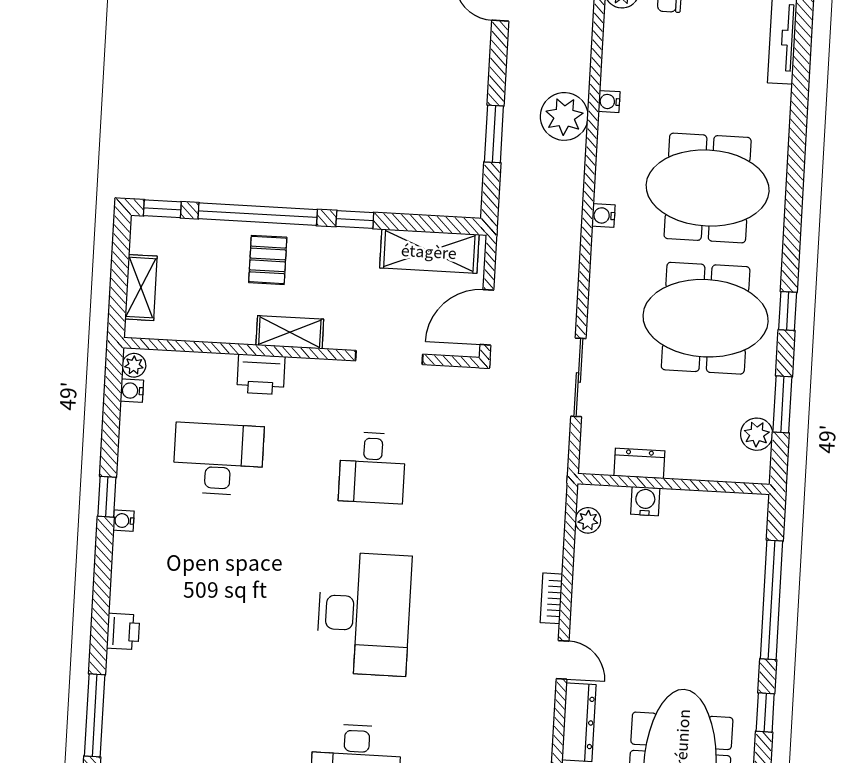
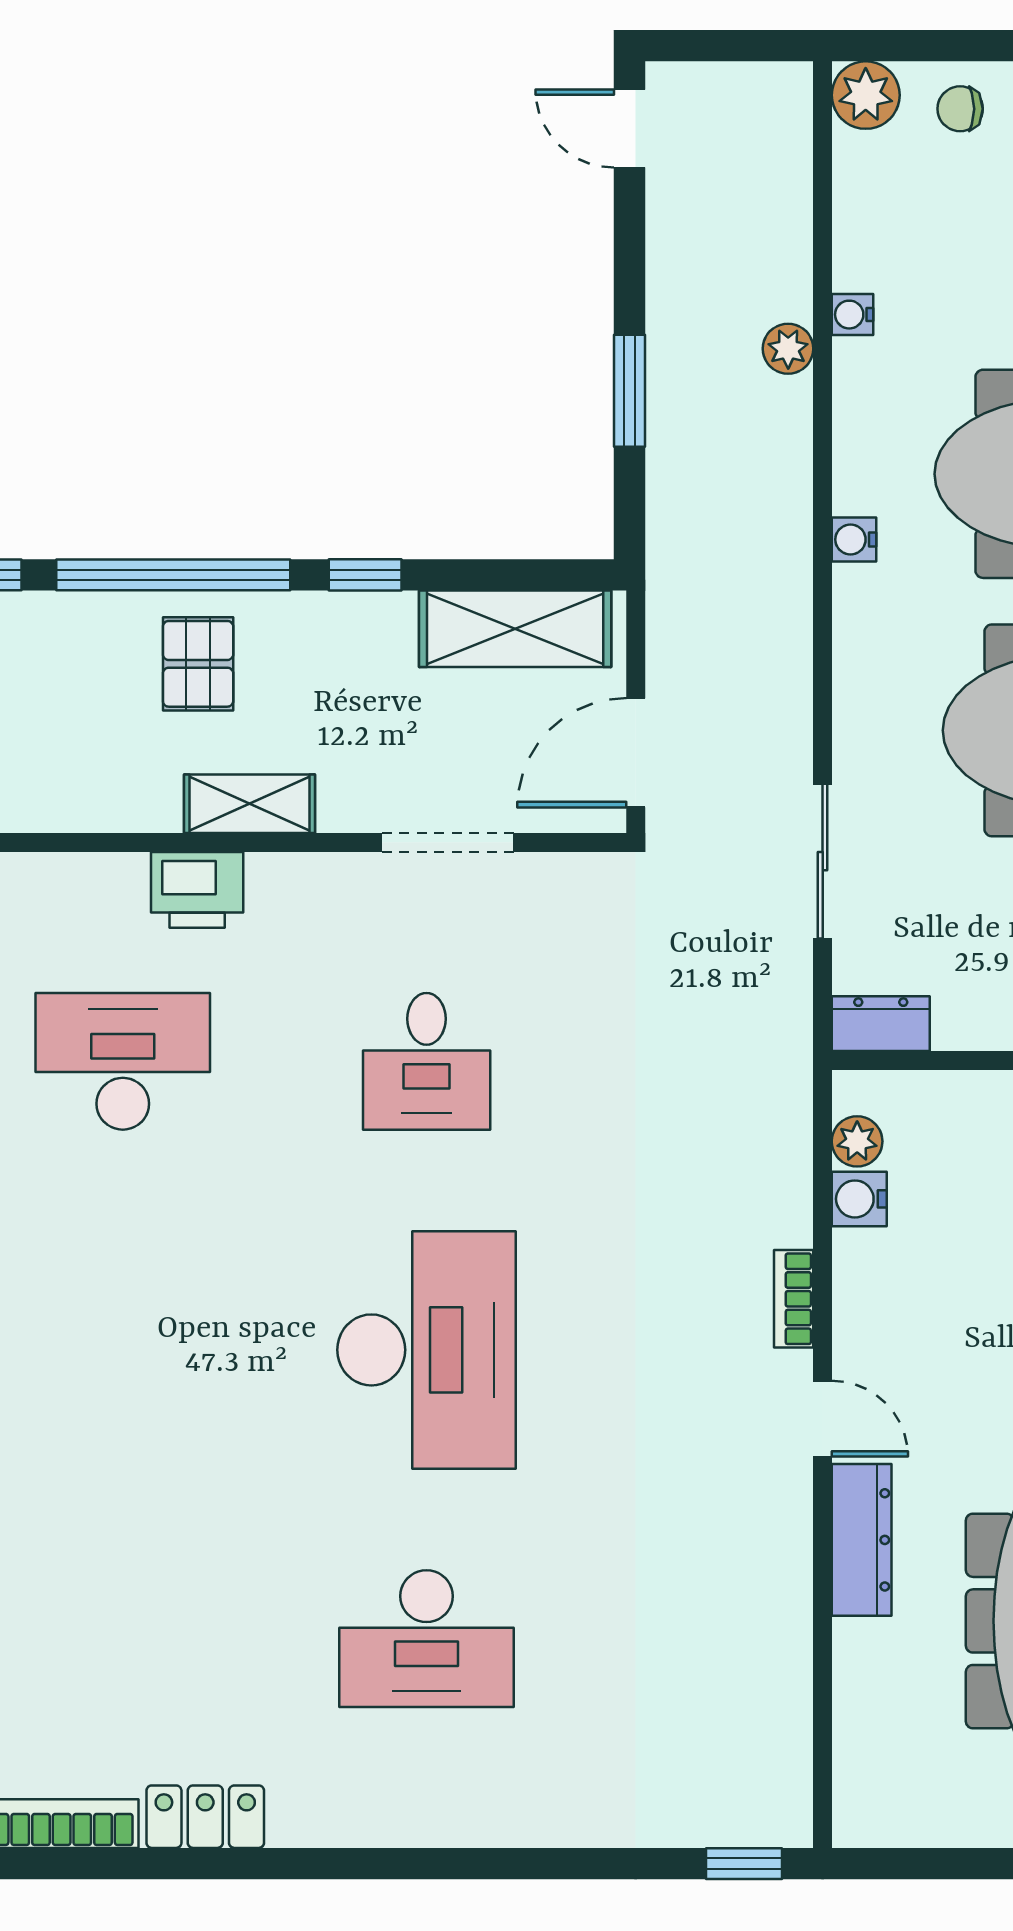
plant: (564, 116) -> (788, 349), width x0.53, depth x0.53
dresser: (639, 463) -> (881, 1024), moved
water cooler: (645, 501) -> (859, 1199), moved, turned -90

